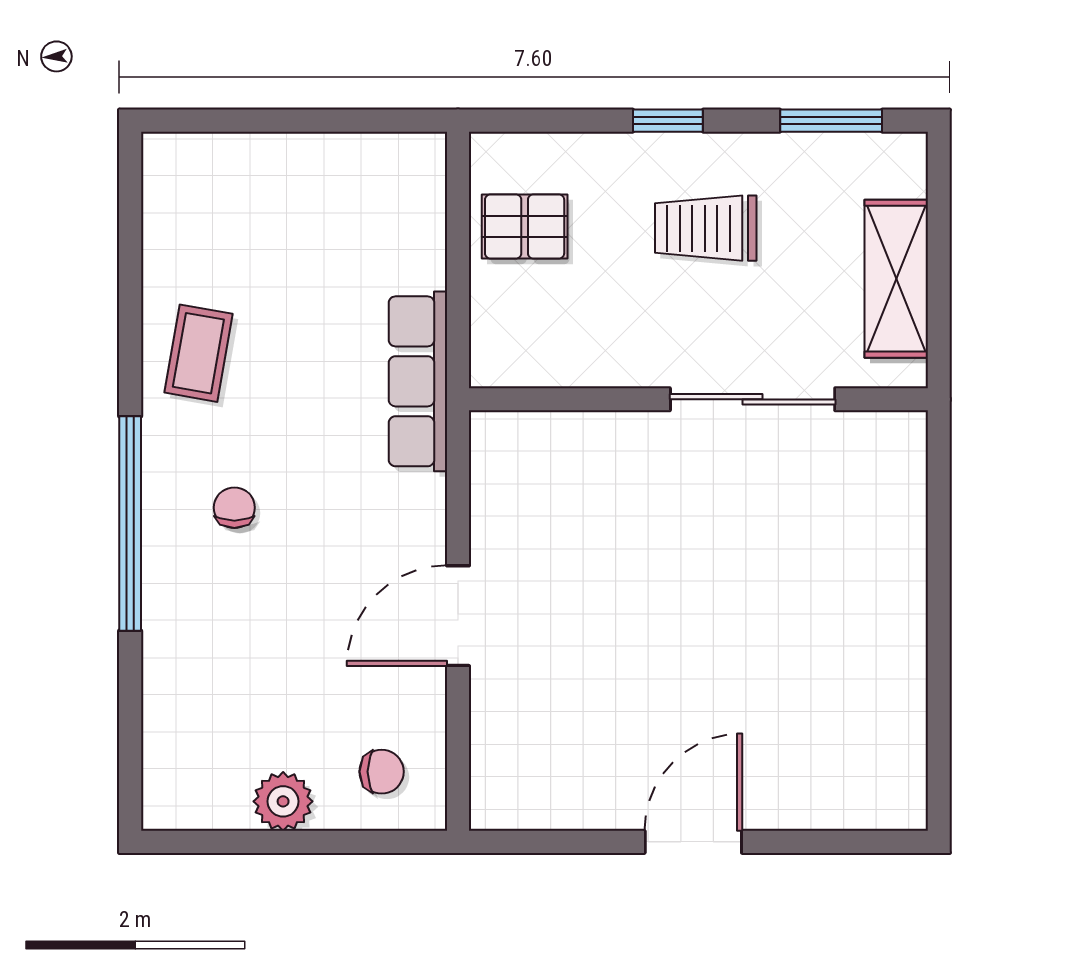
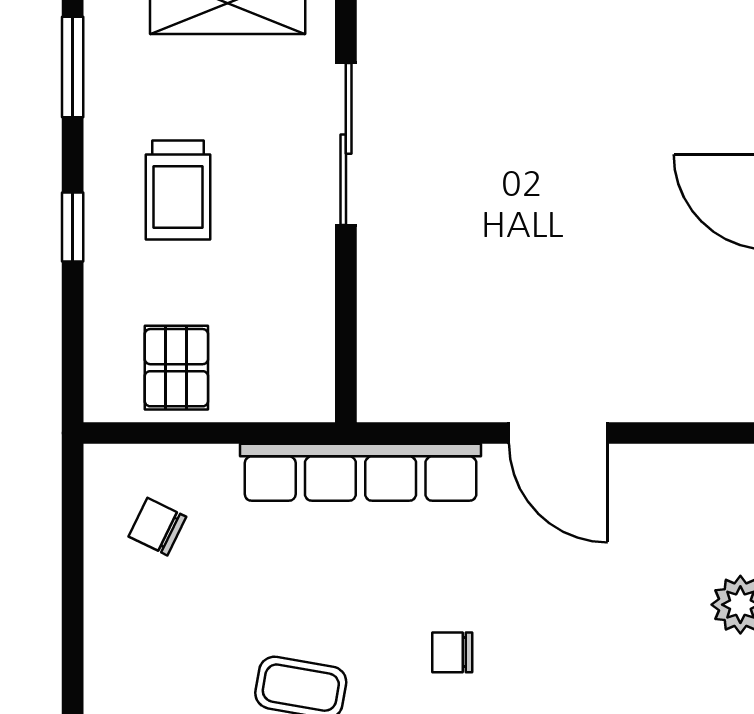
row of seats: (418, 381) -> (361, 472), width x1.36
chair: (382, 772) -> (157, 527), moved, turned -64

